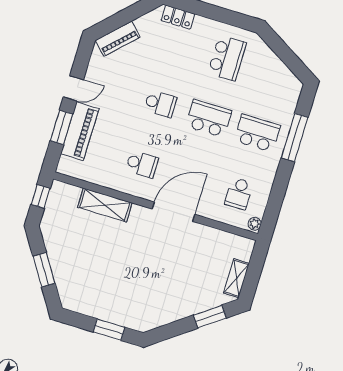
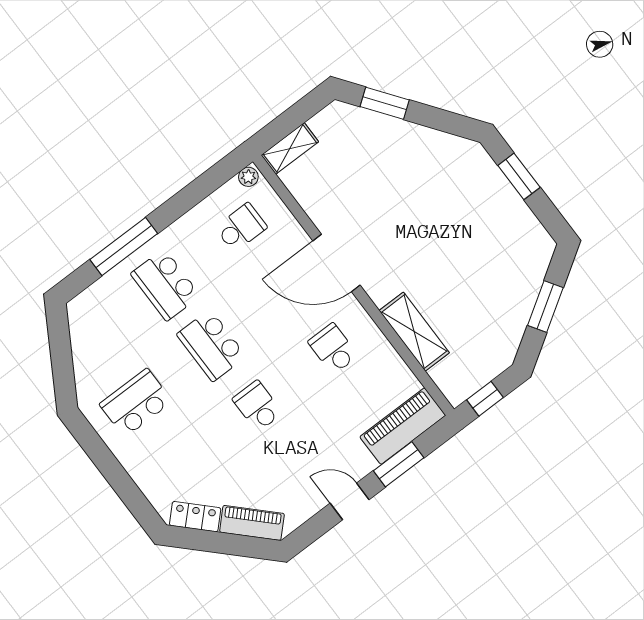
locker: (178, 17) -> (195, 517), moved, turned -45
piano: (80, 131) -> (403, 426), moved
shelving: (236, 278) -> (290, 148), moved

